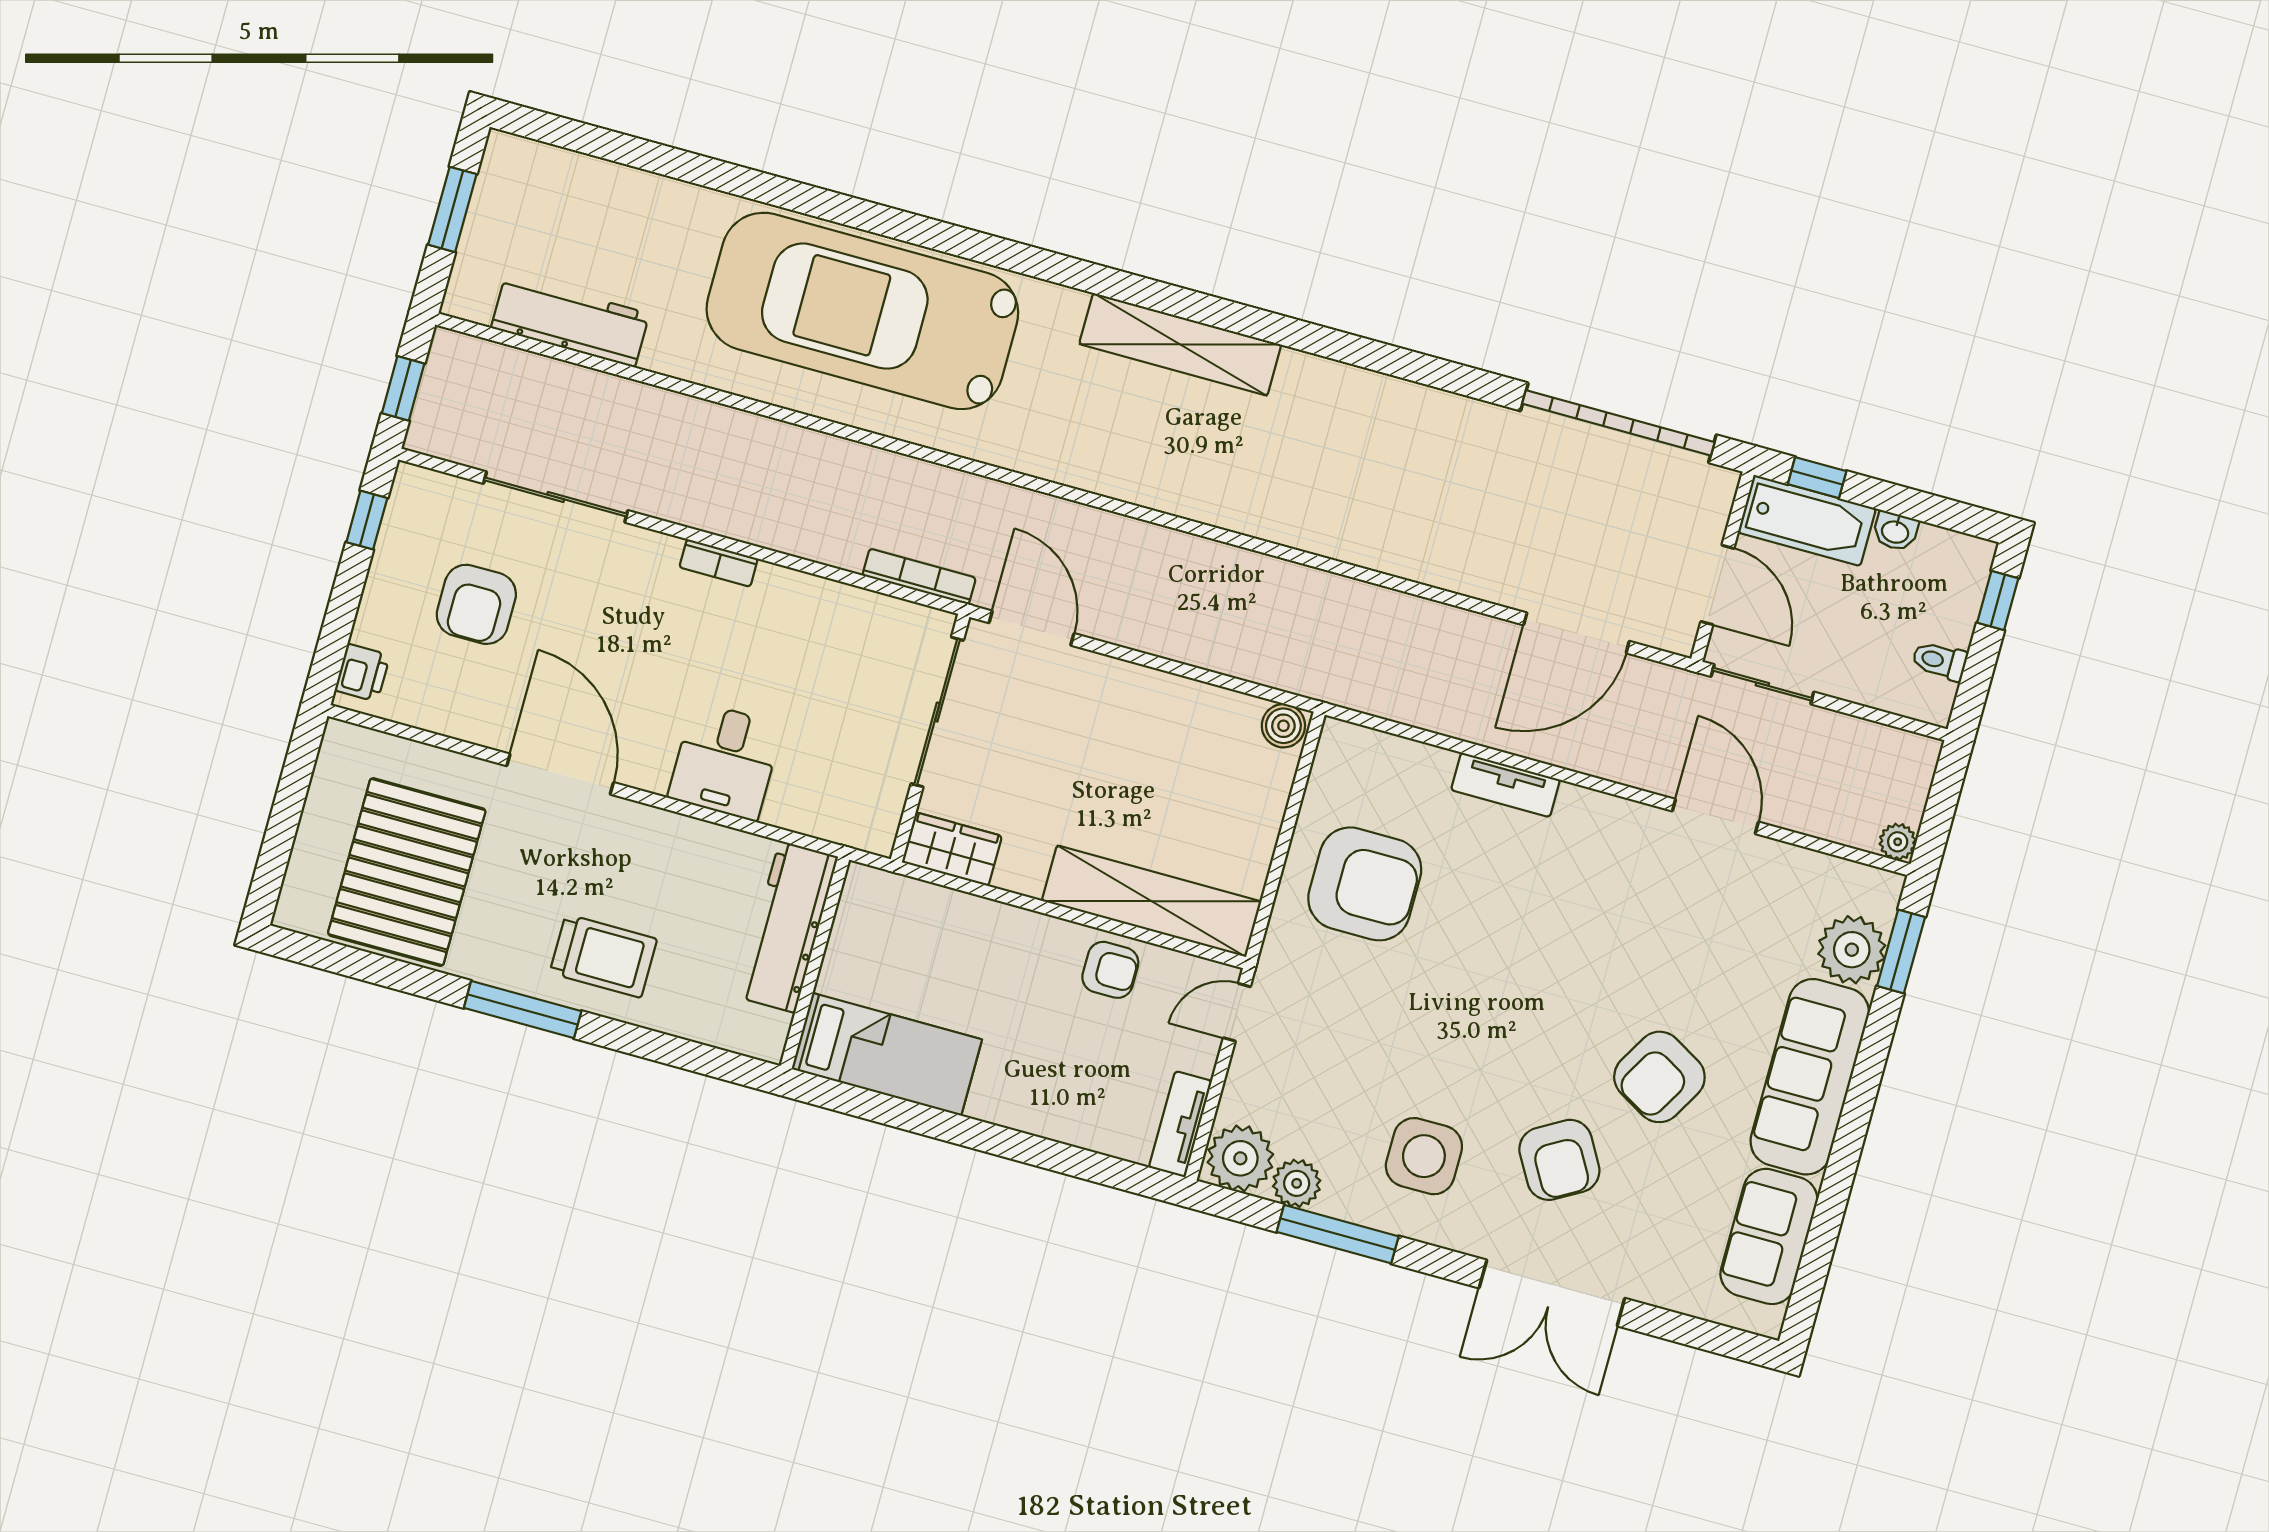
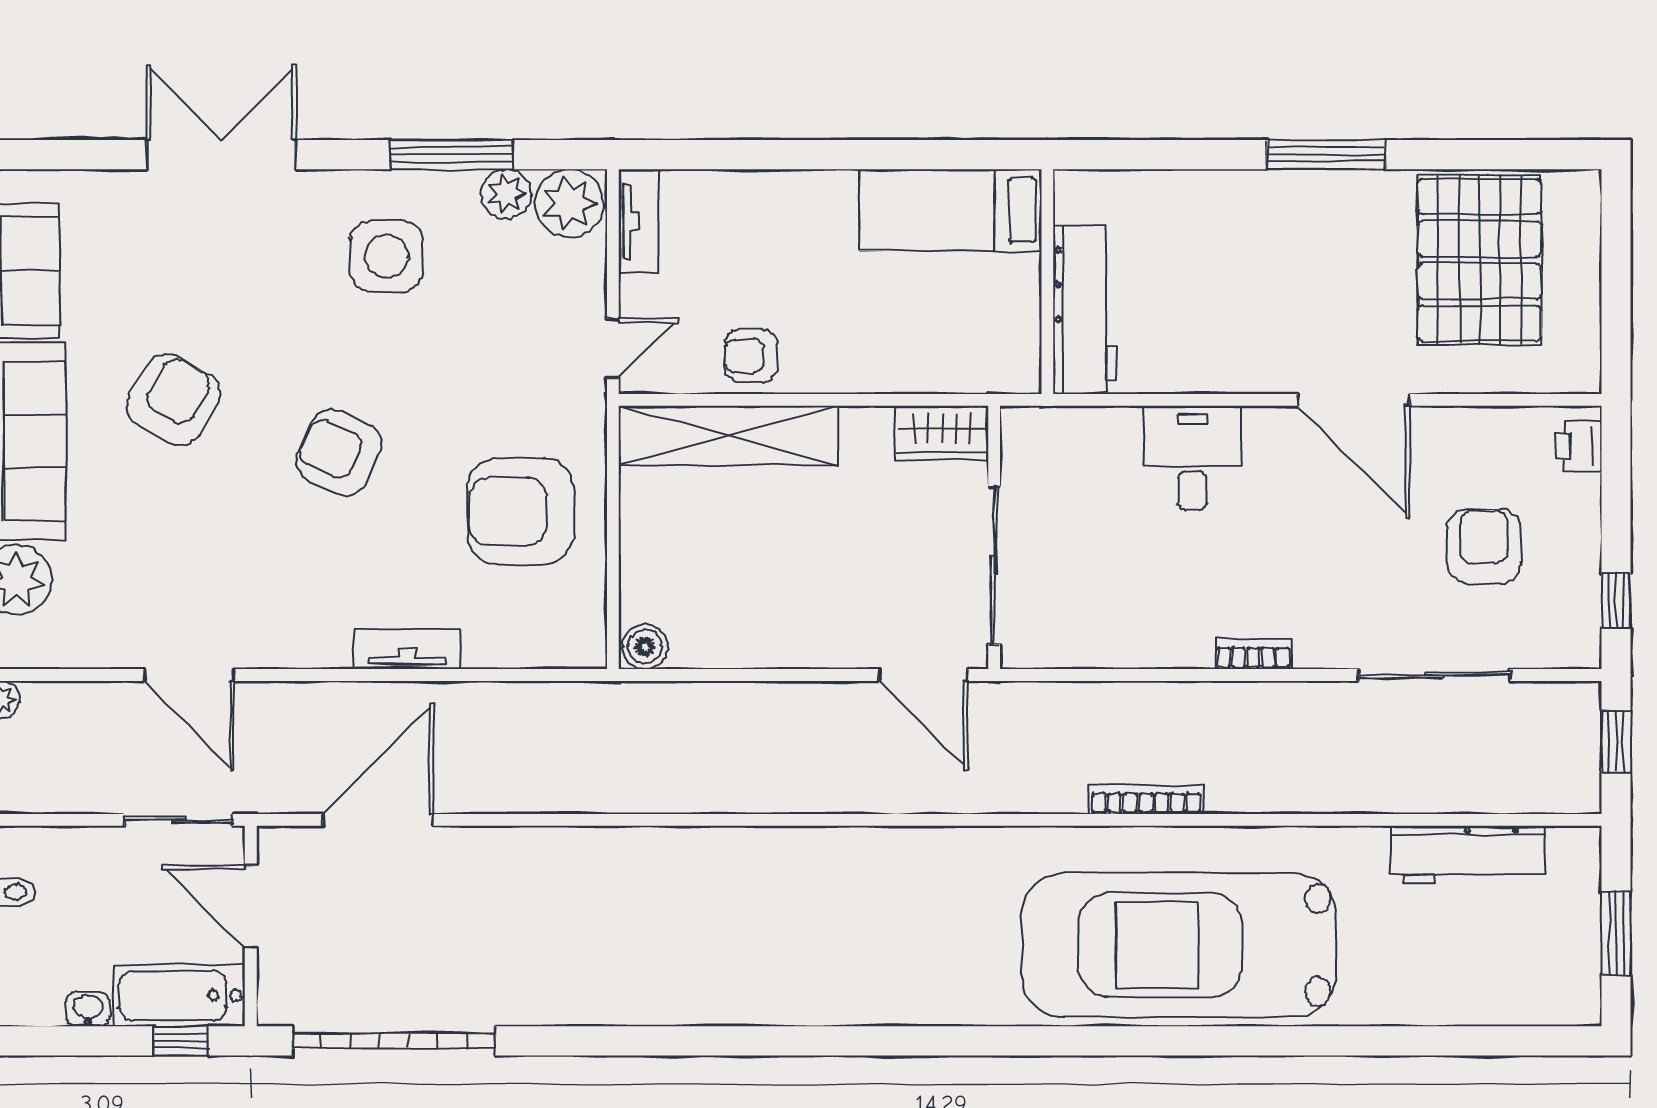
car: (862, 311) -> (1179, 945), turned 180
shelving: (1180, 344) -> (853, 999), removed
bookcase: (919, 577) -> (1146, 799), moved, turned 180
trolley: (603, 956) -> (1260, 230), removed
armchair: (1559, 1160) -> (339, 453), moved, turned -35

